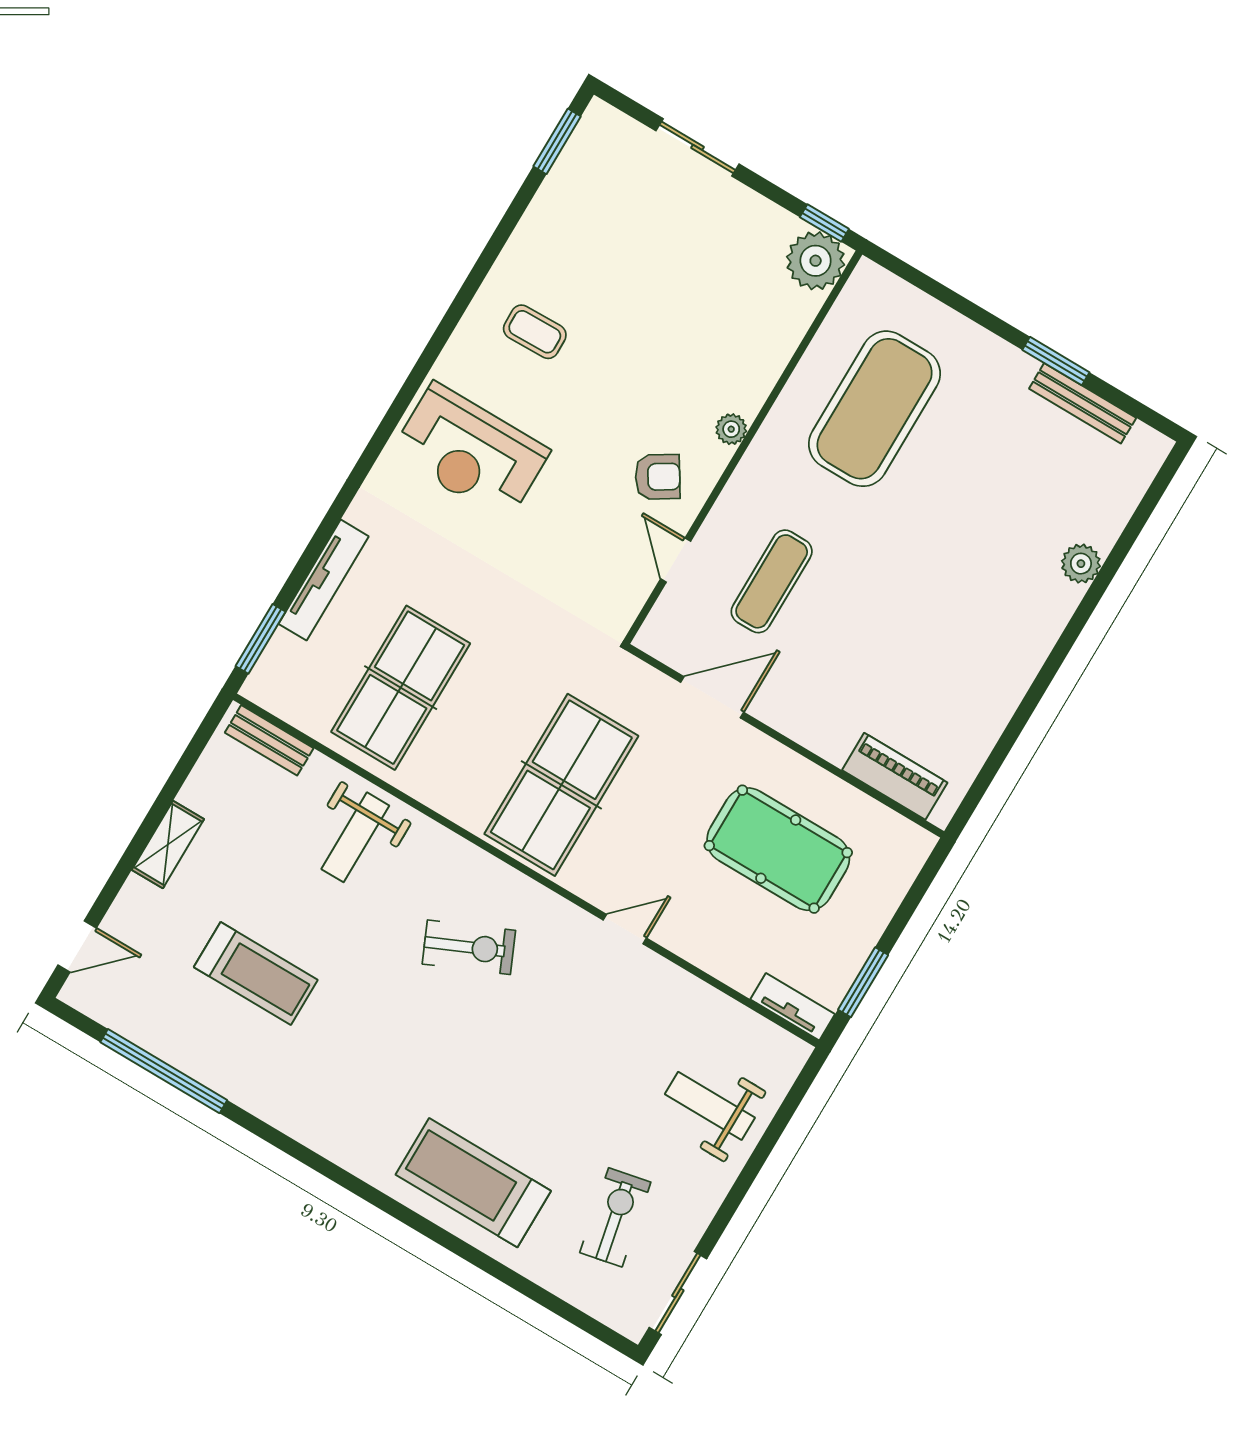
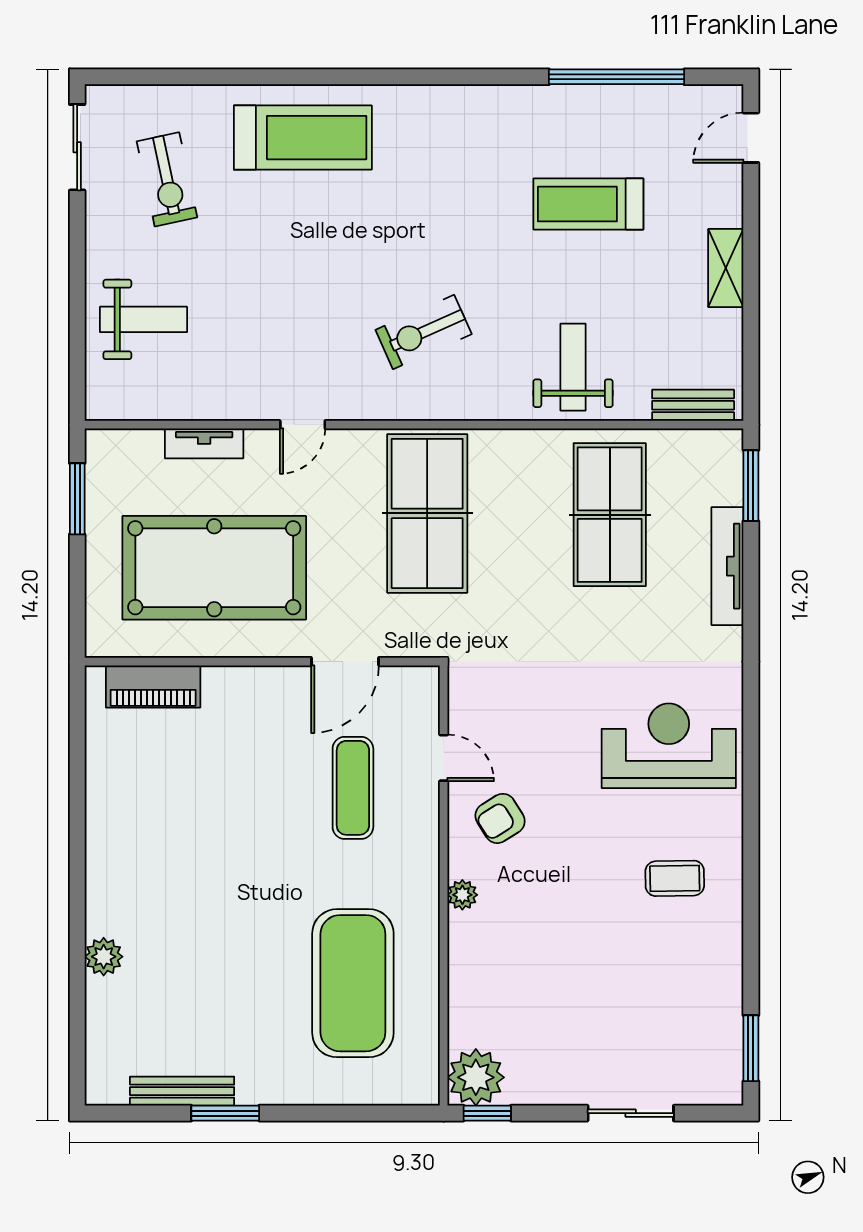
pool table: (778, 849) -> (214, 568), width x1.36, depth x1.32
tv unit: (793, 1007) -> (204, 443), moved

